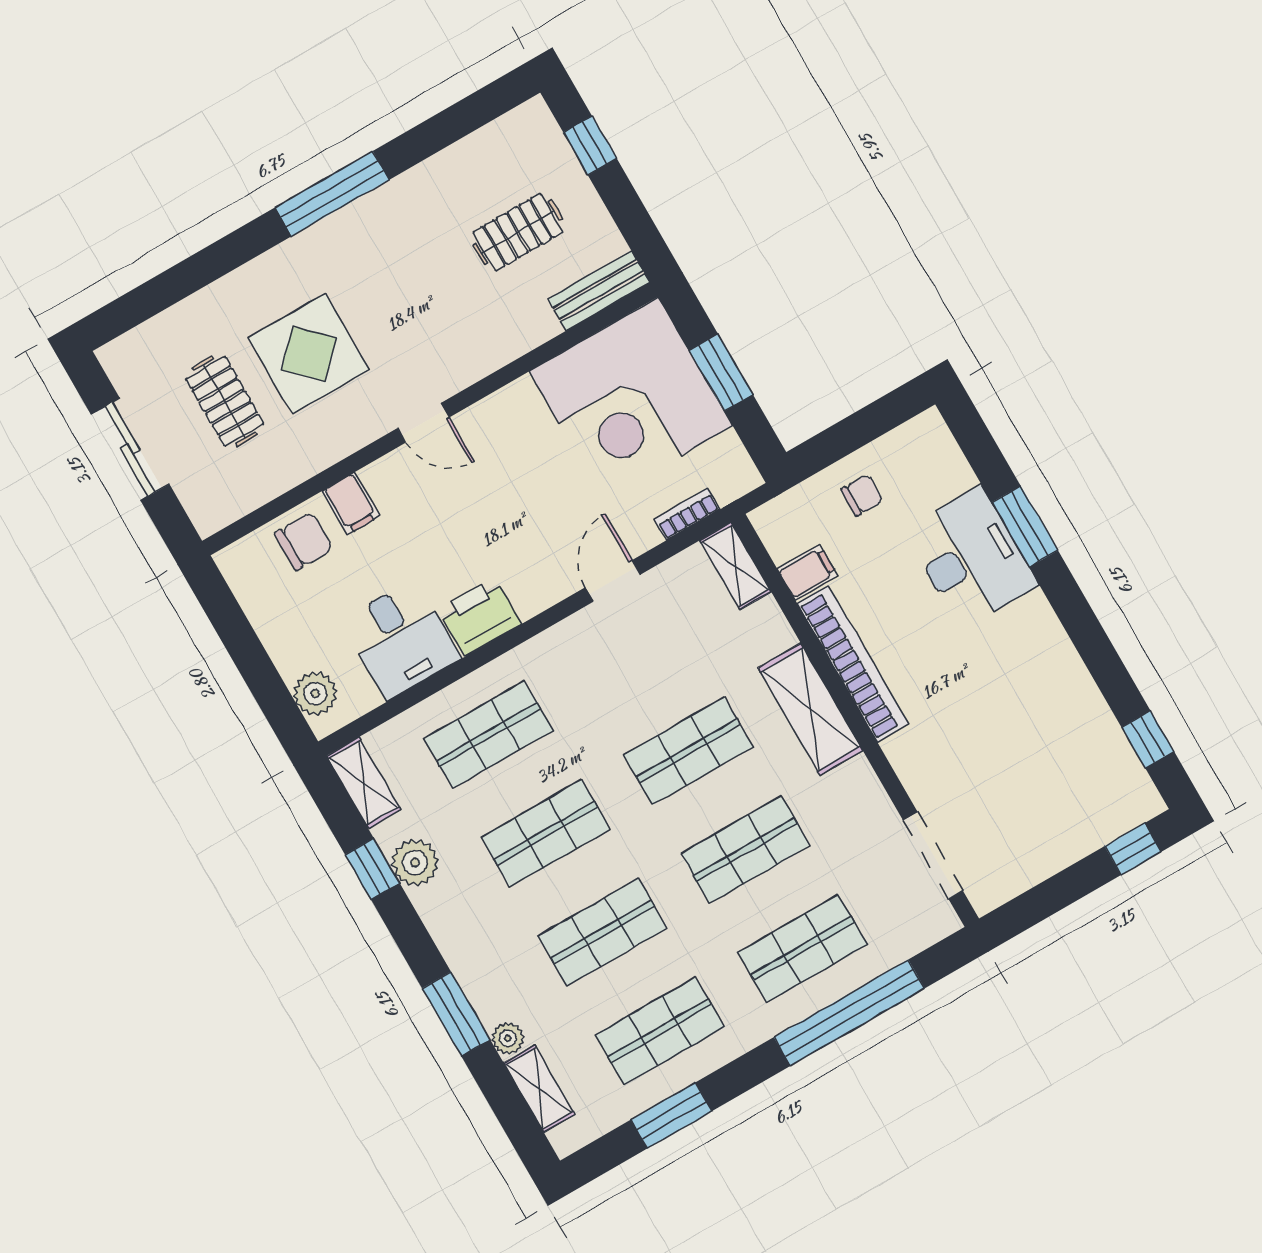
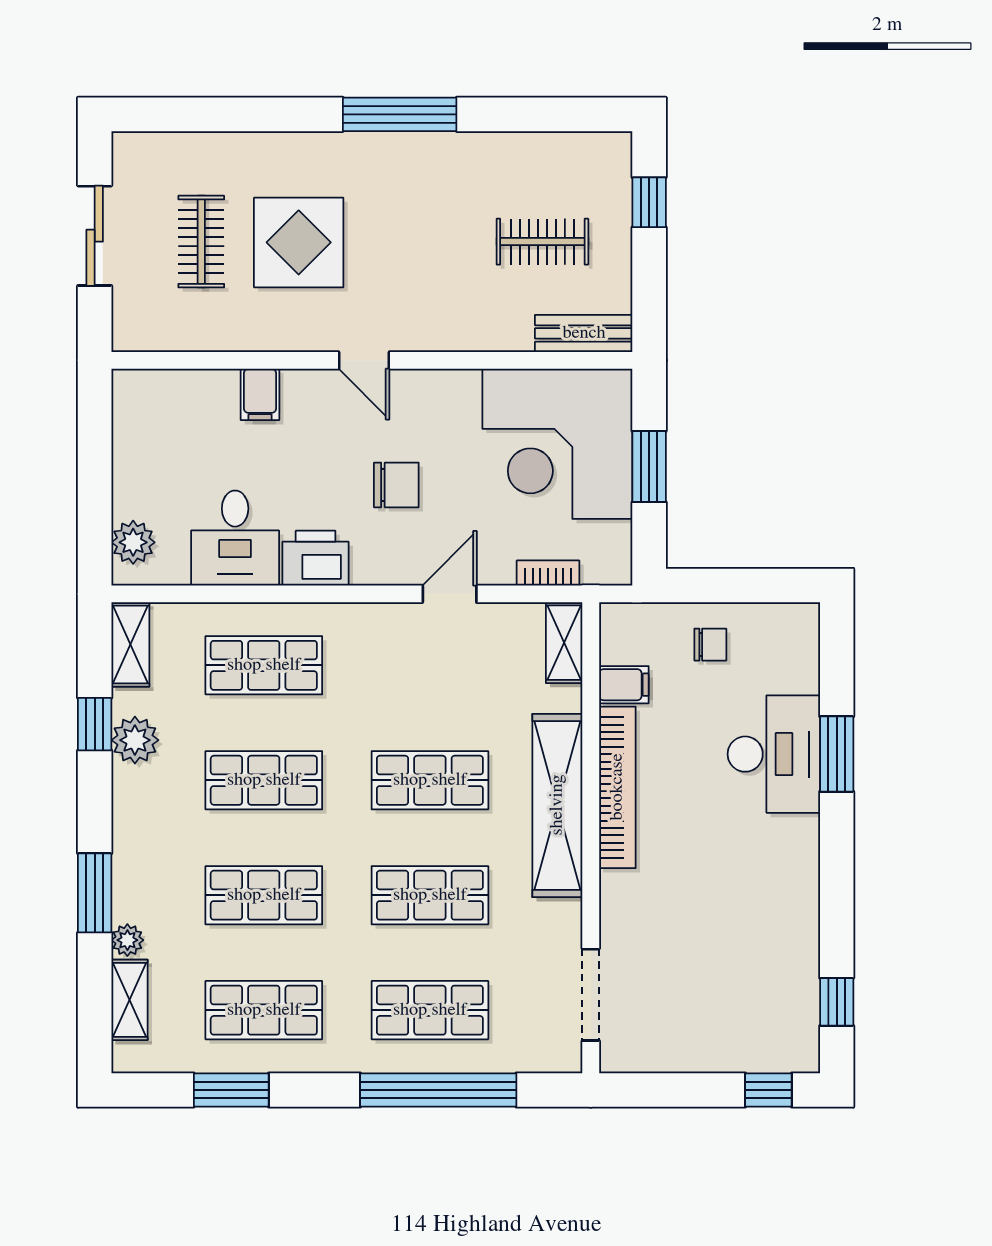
chair: (304, 541) -> (396, 485), moved
shelving: (810, 709) -> (557, 805), width x1.47

